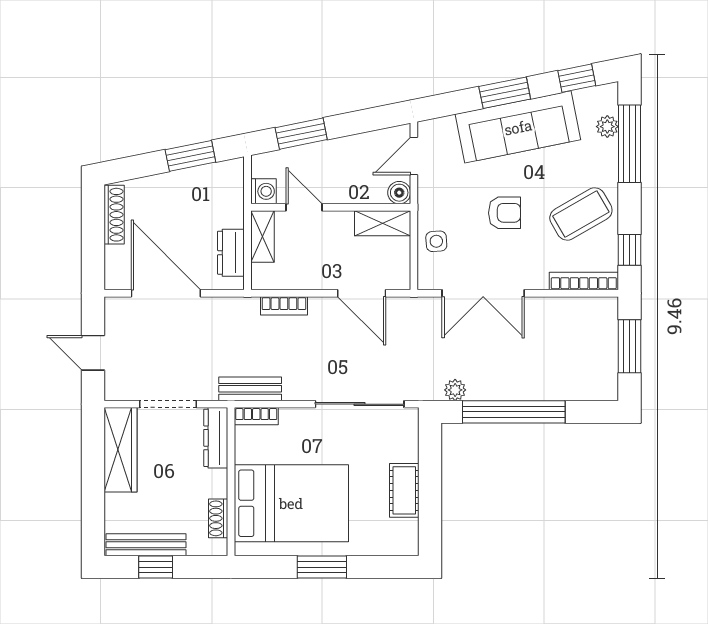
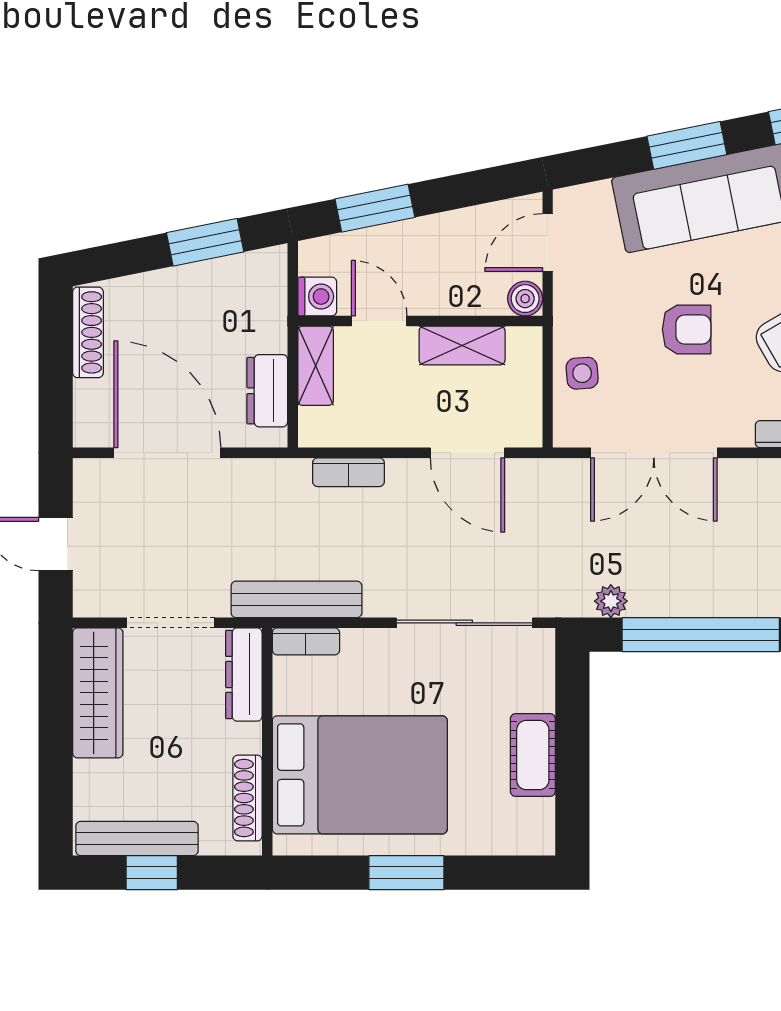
shelving: (383, 223) -> (462, 345), moved
bench: (250, 389) -> (297, 599), width x1.36
shoe rack: (218, 518) -> (247, 798), width x1.43

